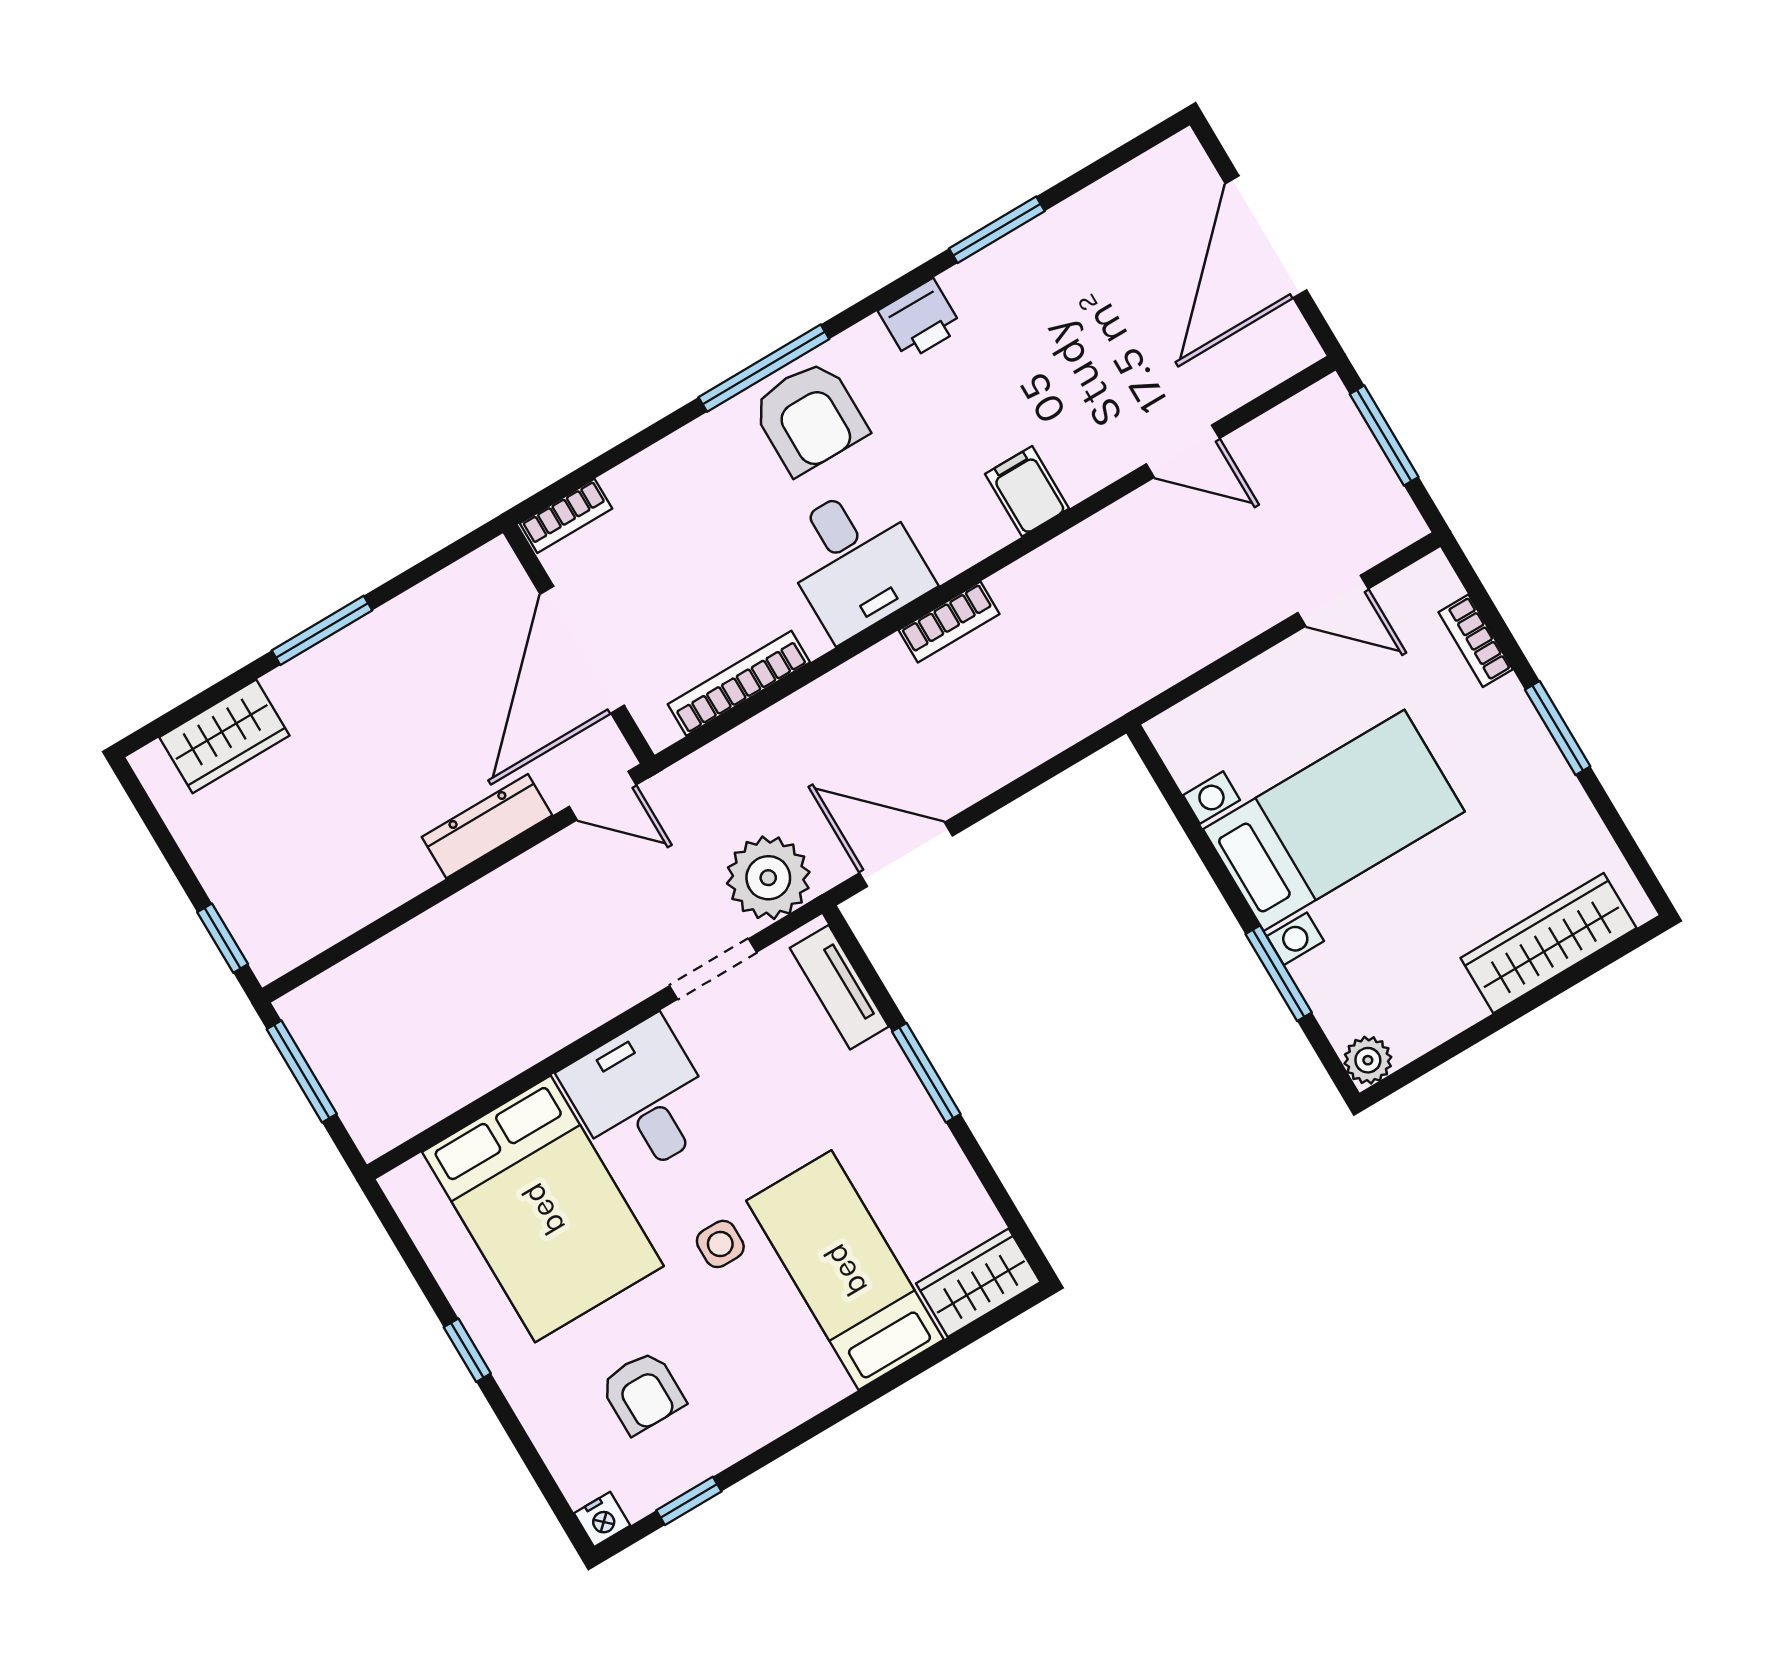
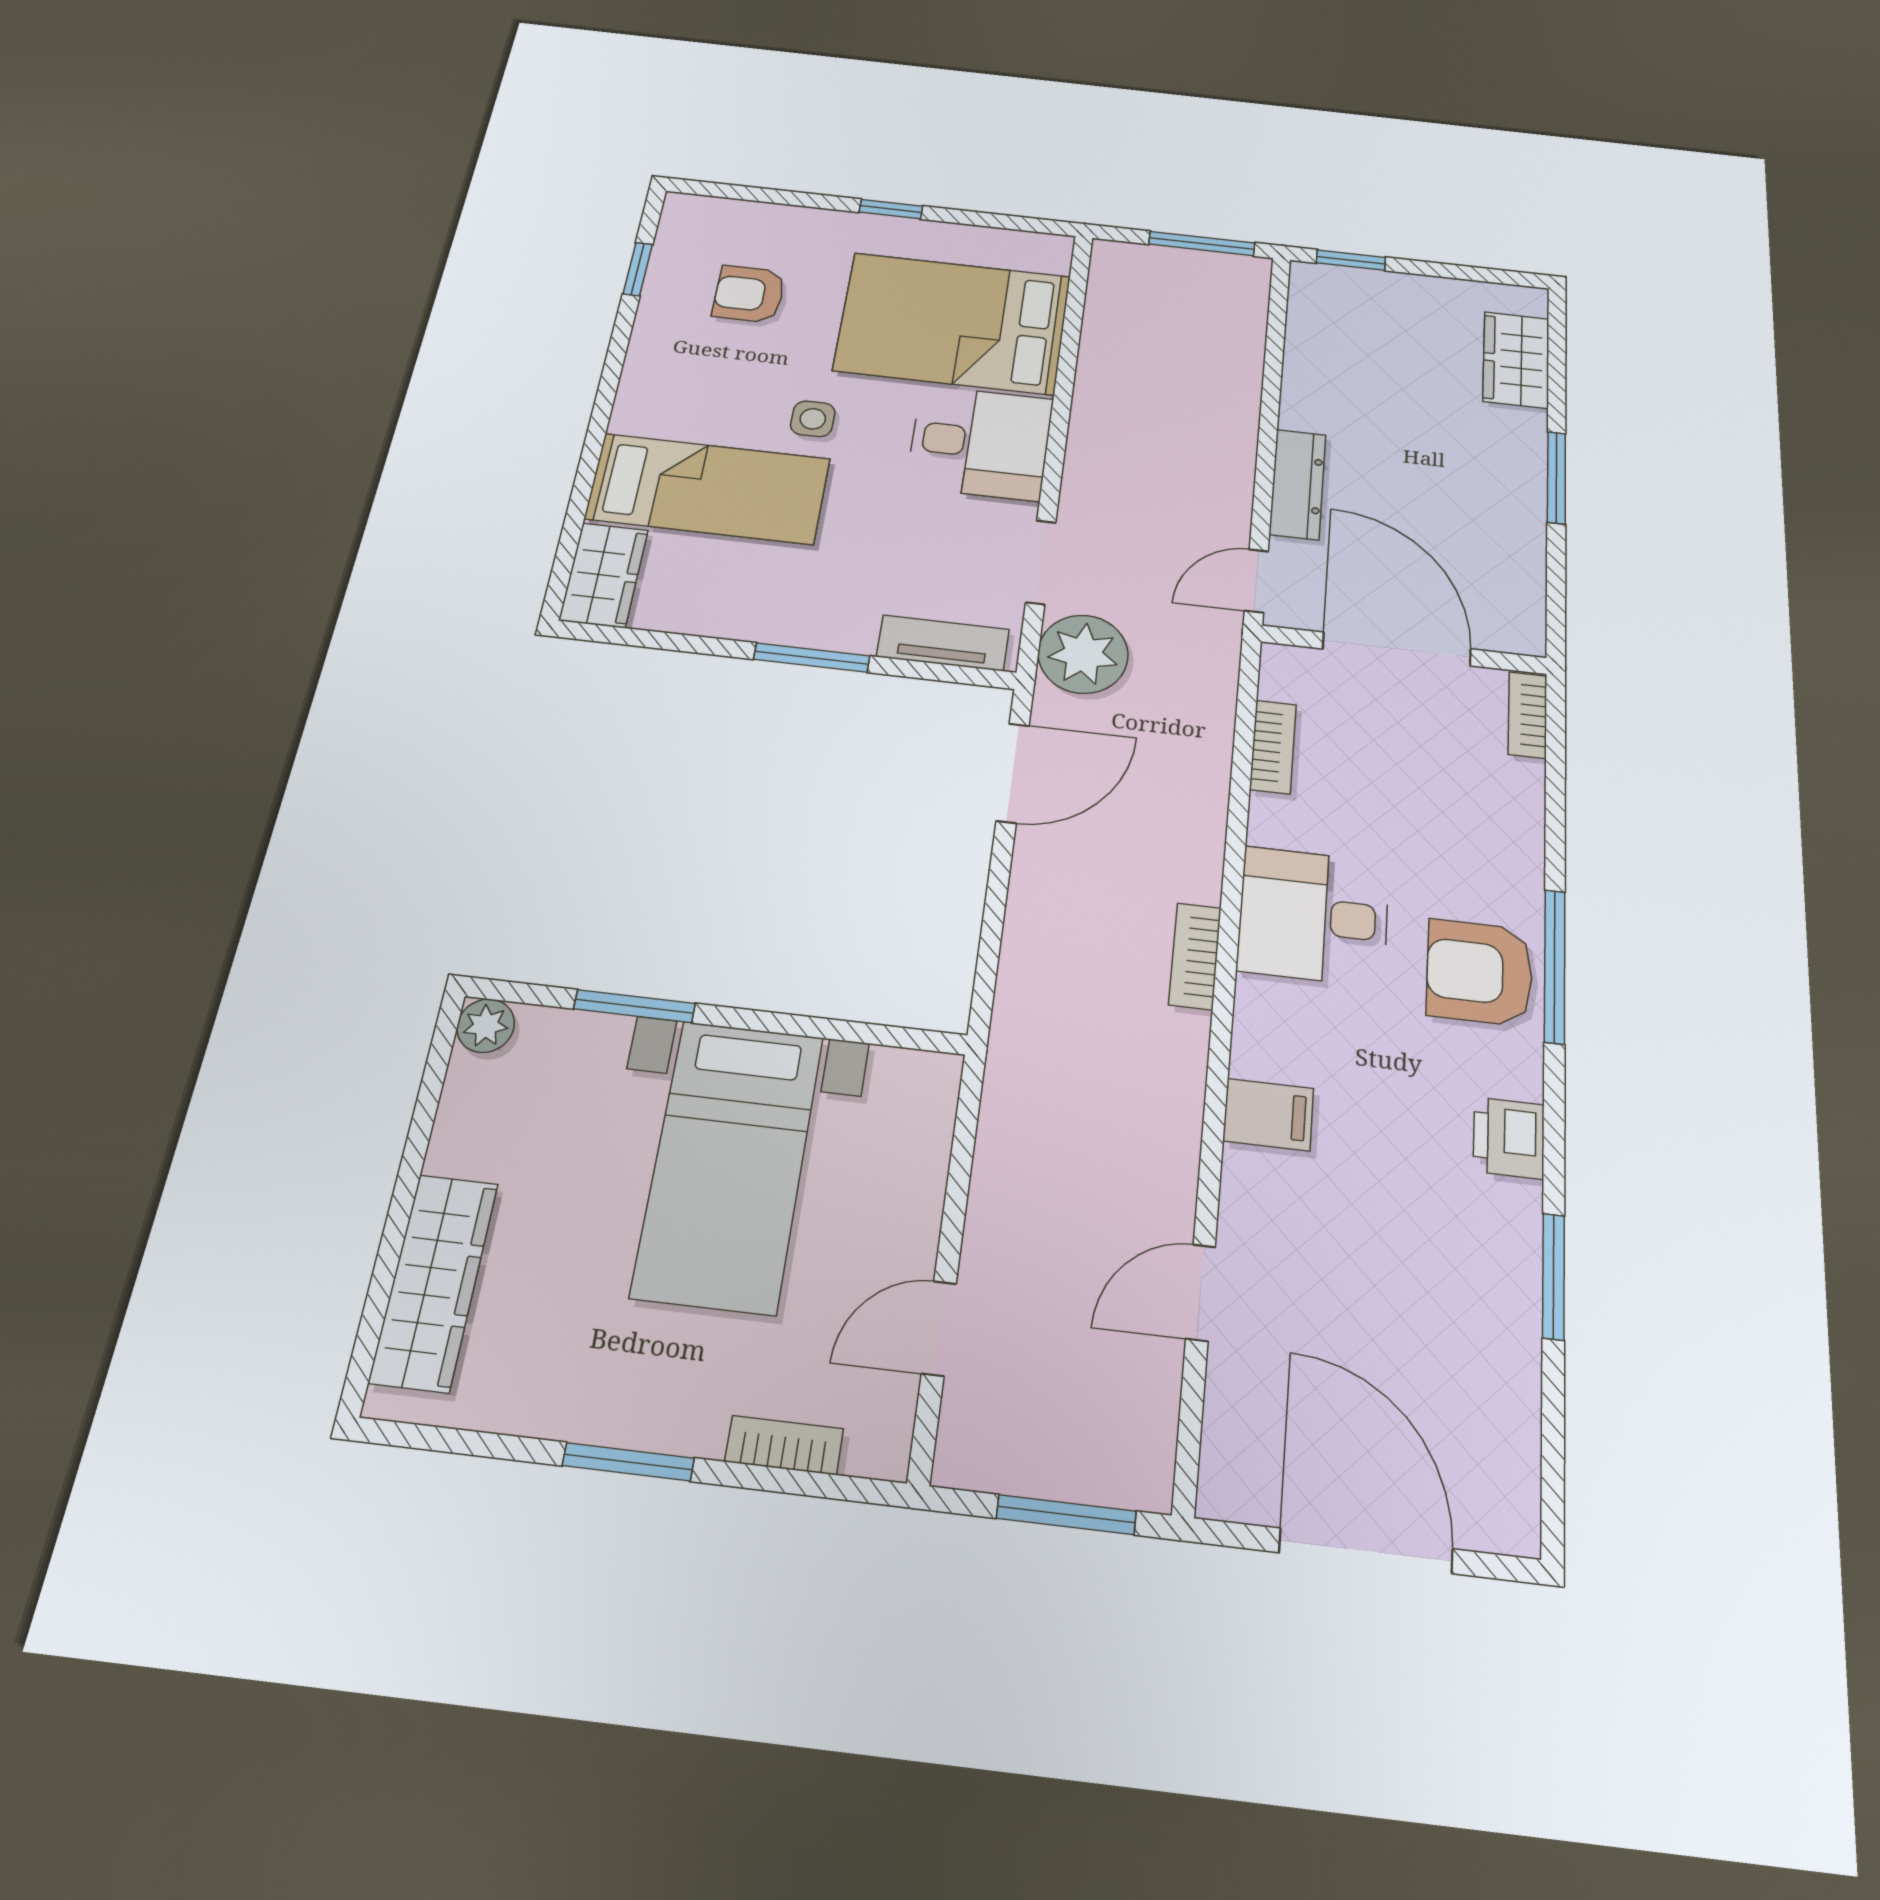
bookcase: (739, 683) -> (1273, 747), width x0.64
nightstand: (602, 1519) -> (681, 208), removed

